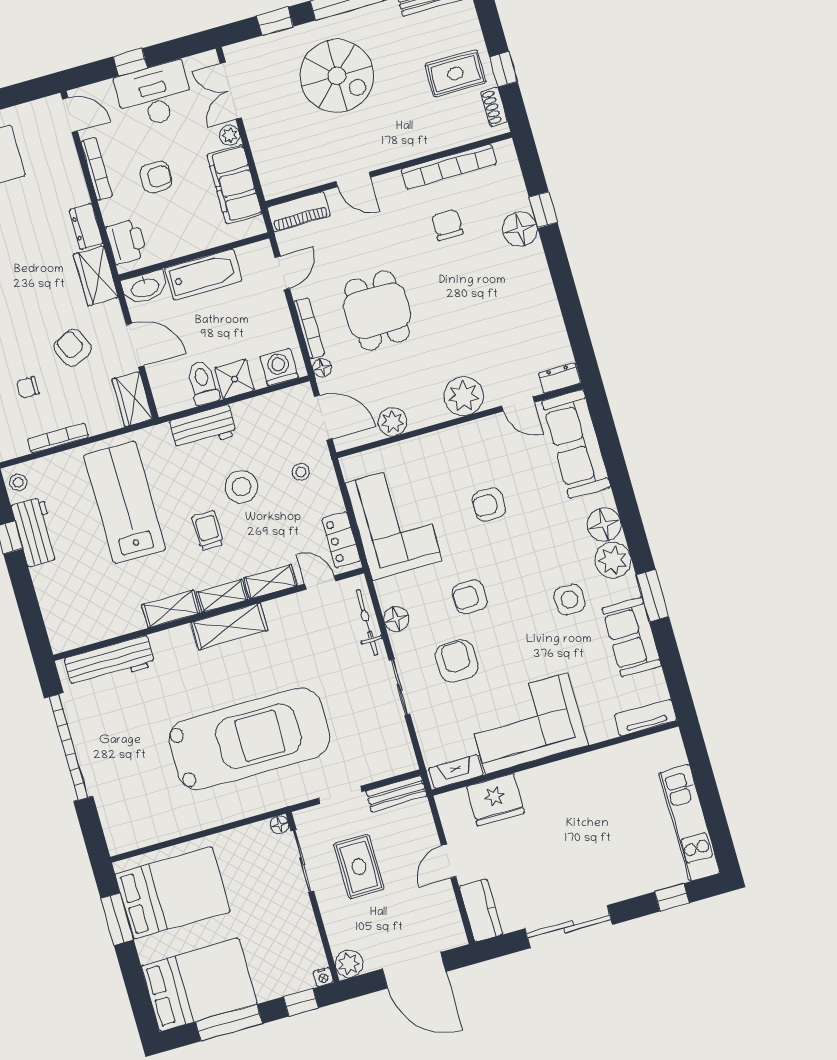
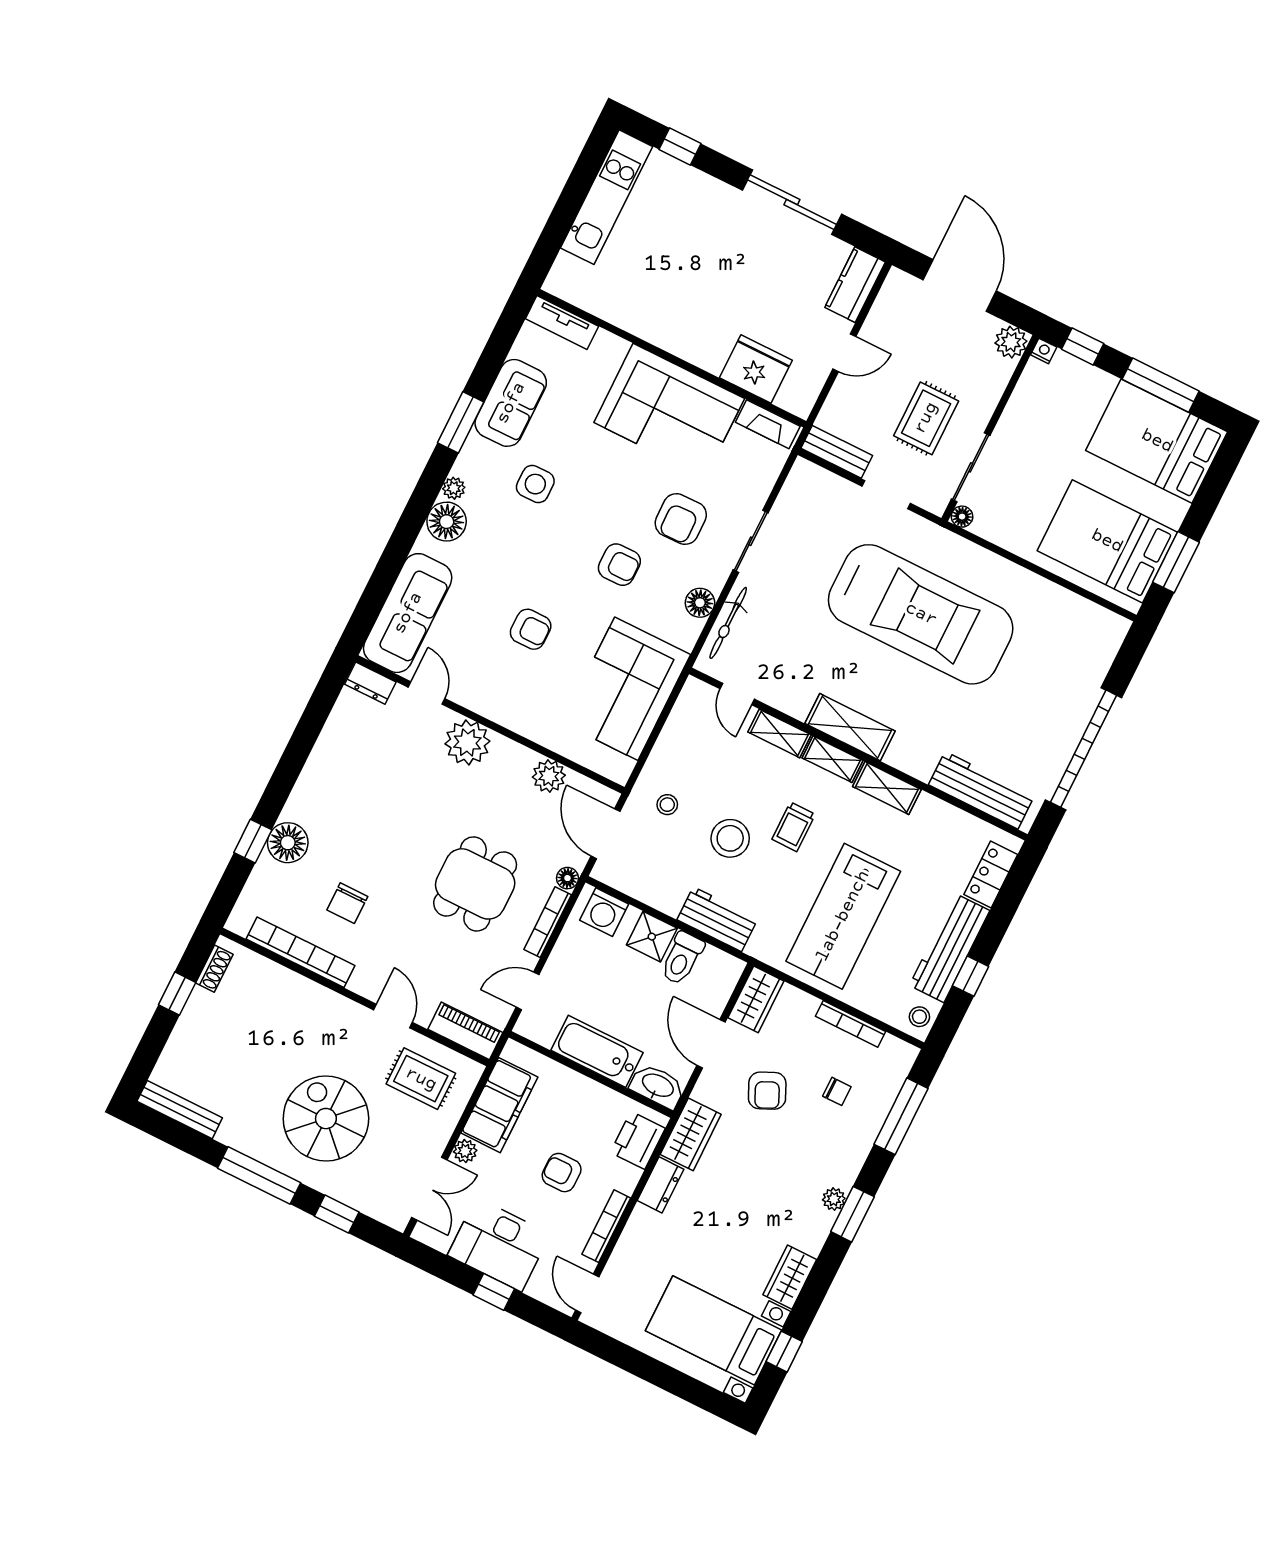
rug: (456, 73) -> (421, 1079), moved
workbench: (36, 532) -> (950, 948), width x1.38
locker: (341, 540) -> (991, 874), moved, turned 180
plant: (613, 560) -> (454, 488), width x0.53, depth x0.53
car: (249, 739) -> (921, 614), turned 180

